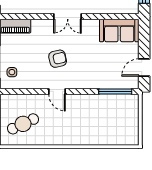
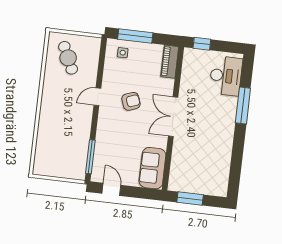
double door: (68, 17) -> (173, 117), width x1.37
armchair: (58, 59) -> (131, 101), turned -97

